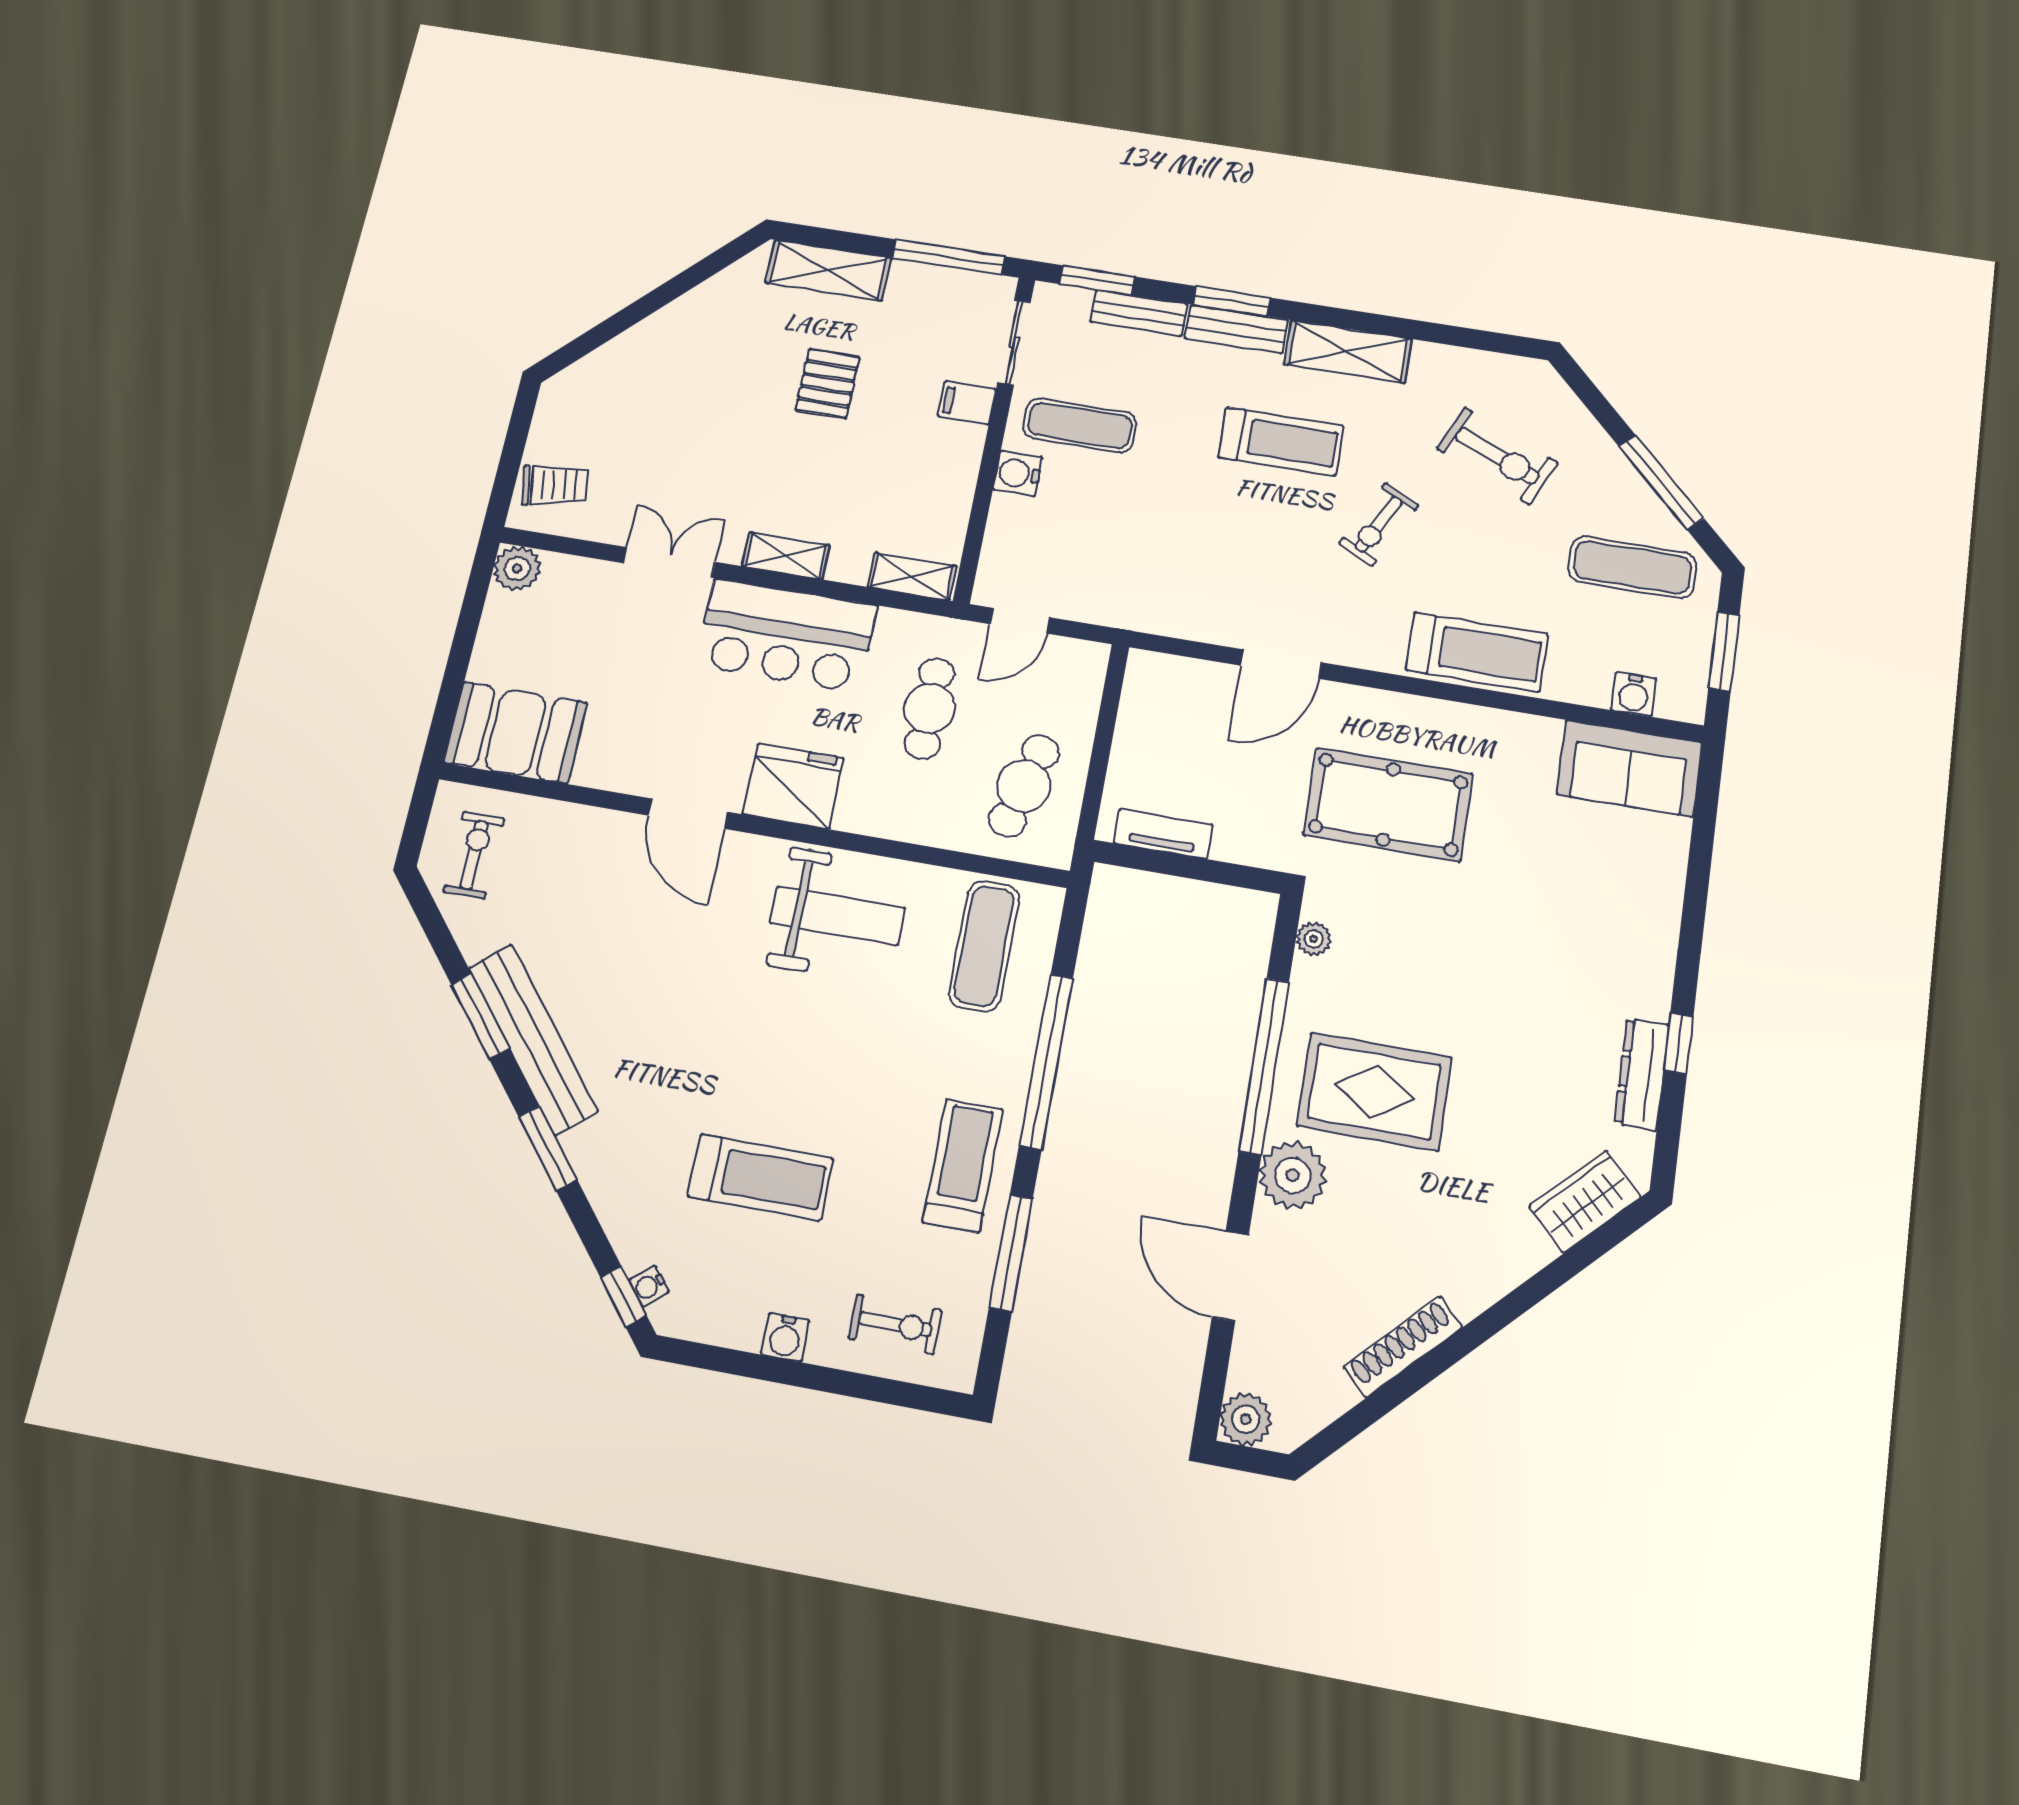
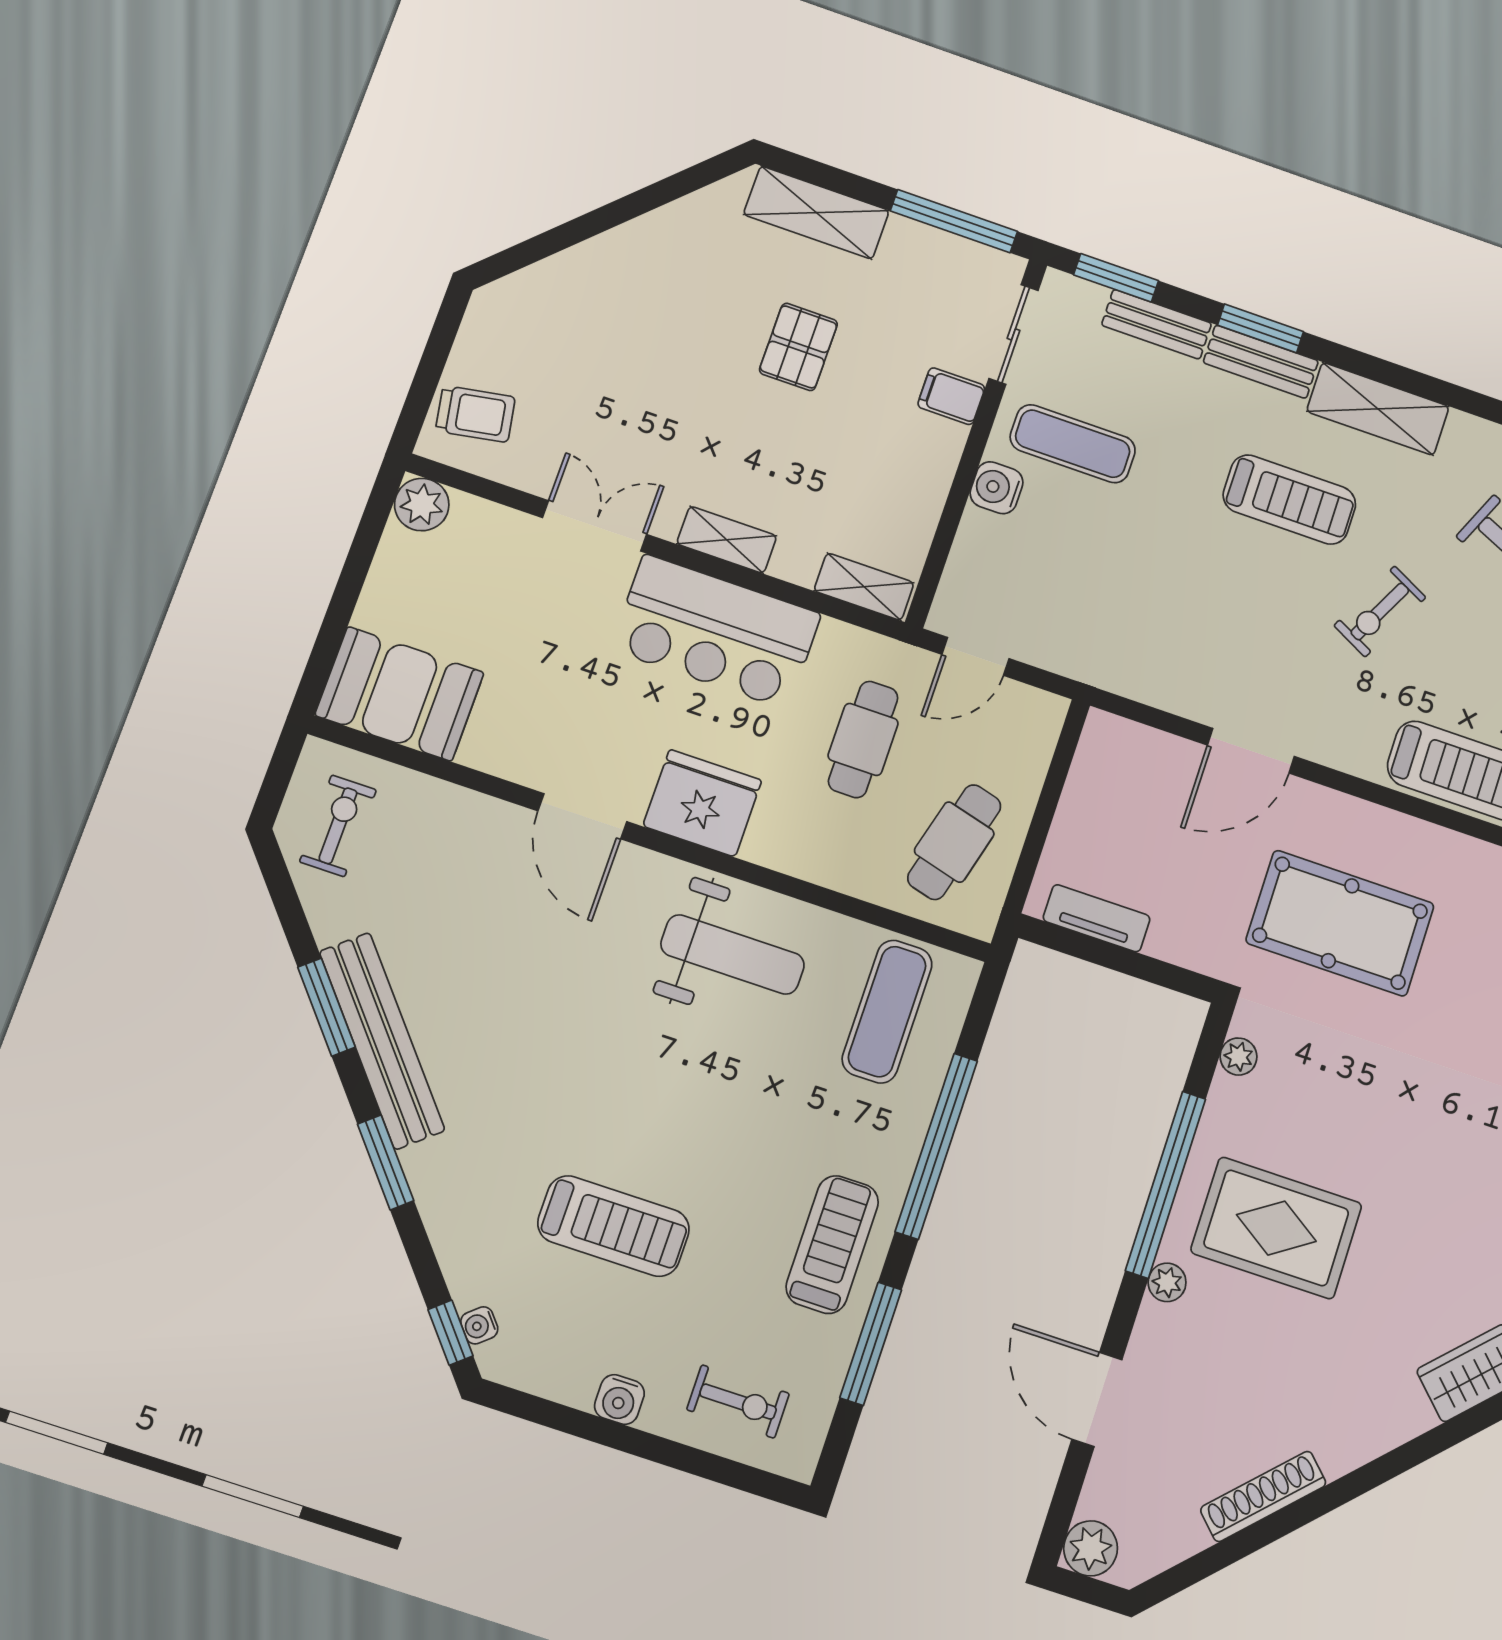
plant: (1293, 1175) -> (1167, 1282), width x0.53, depth x0.53

